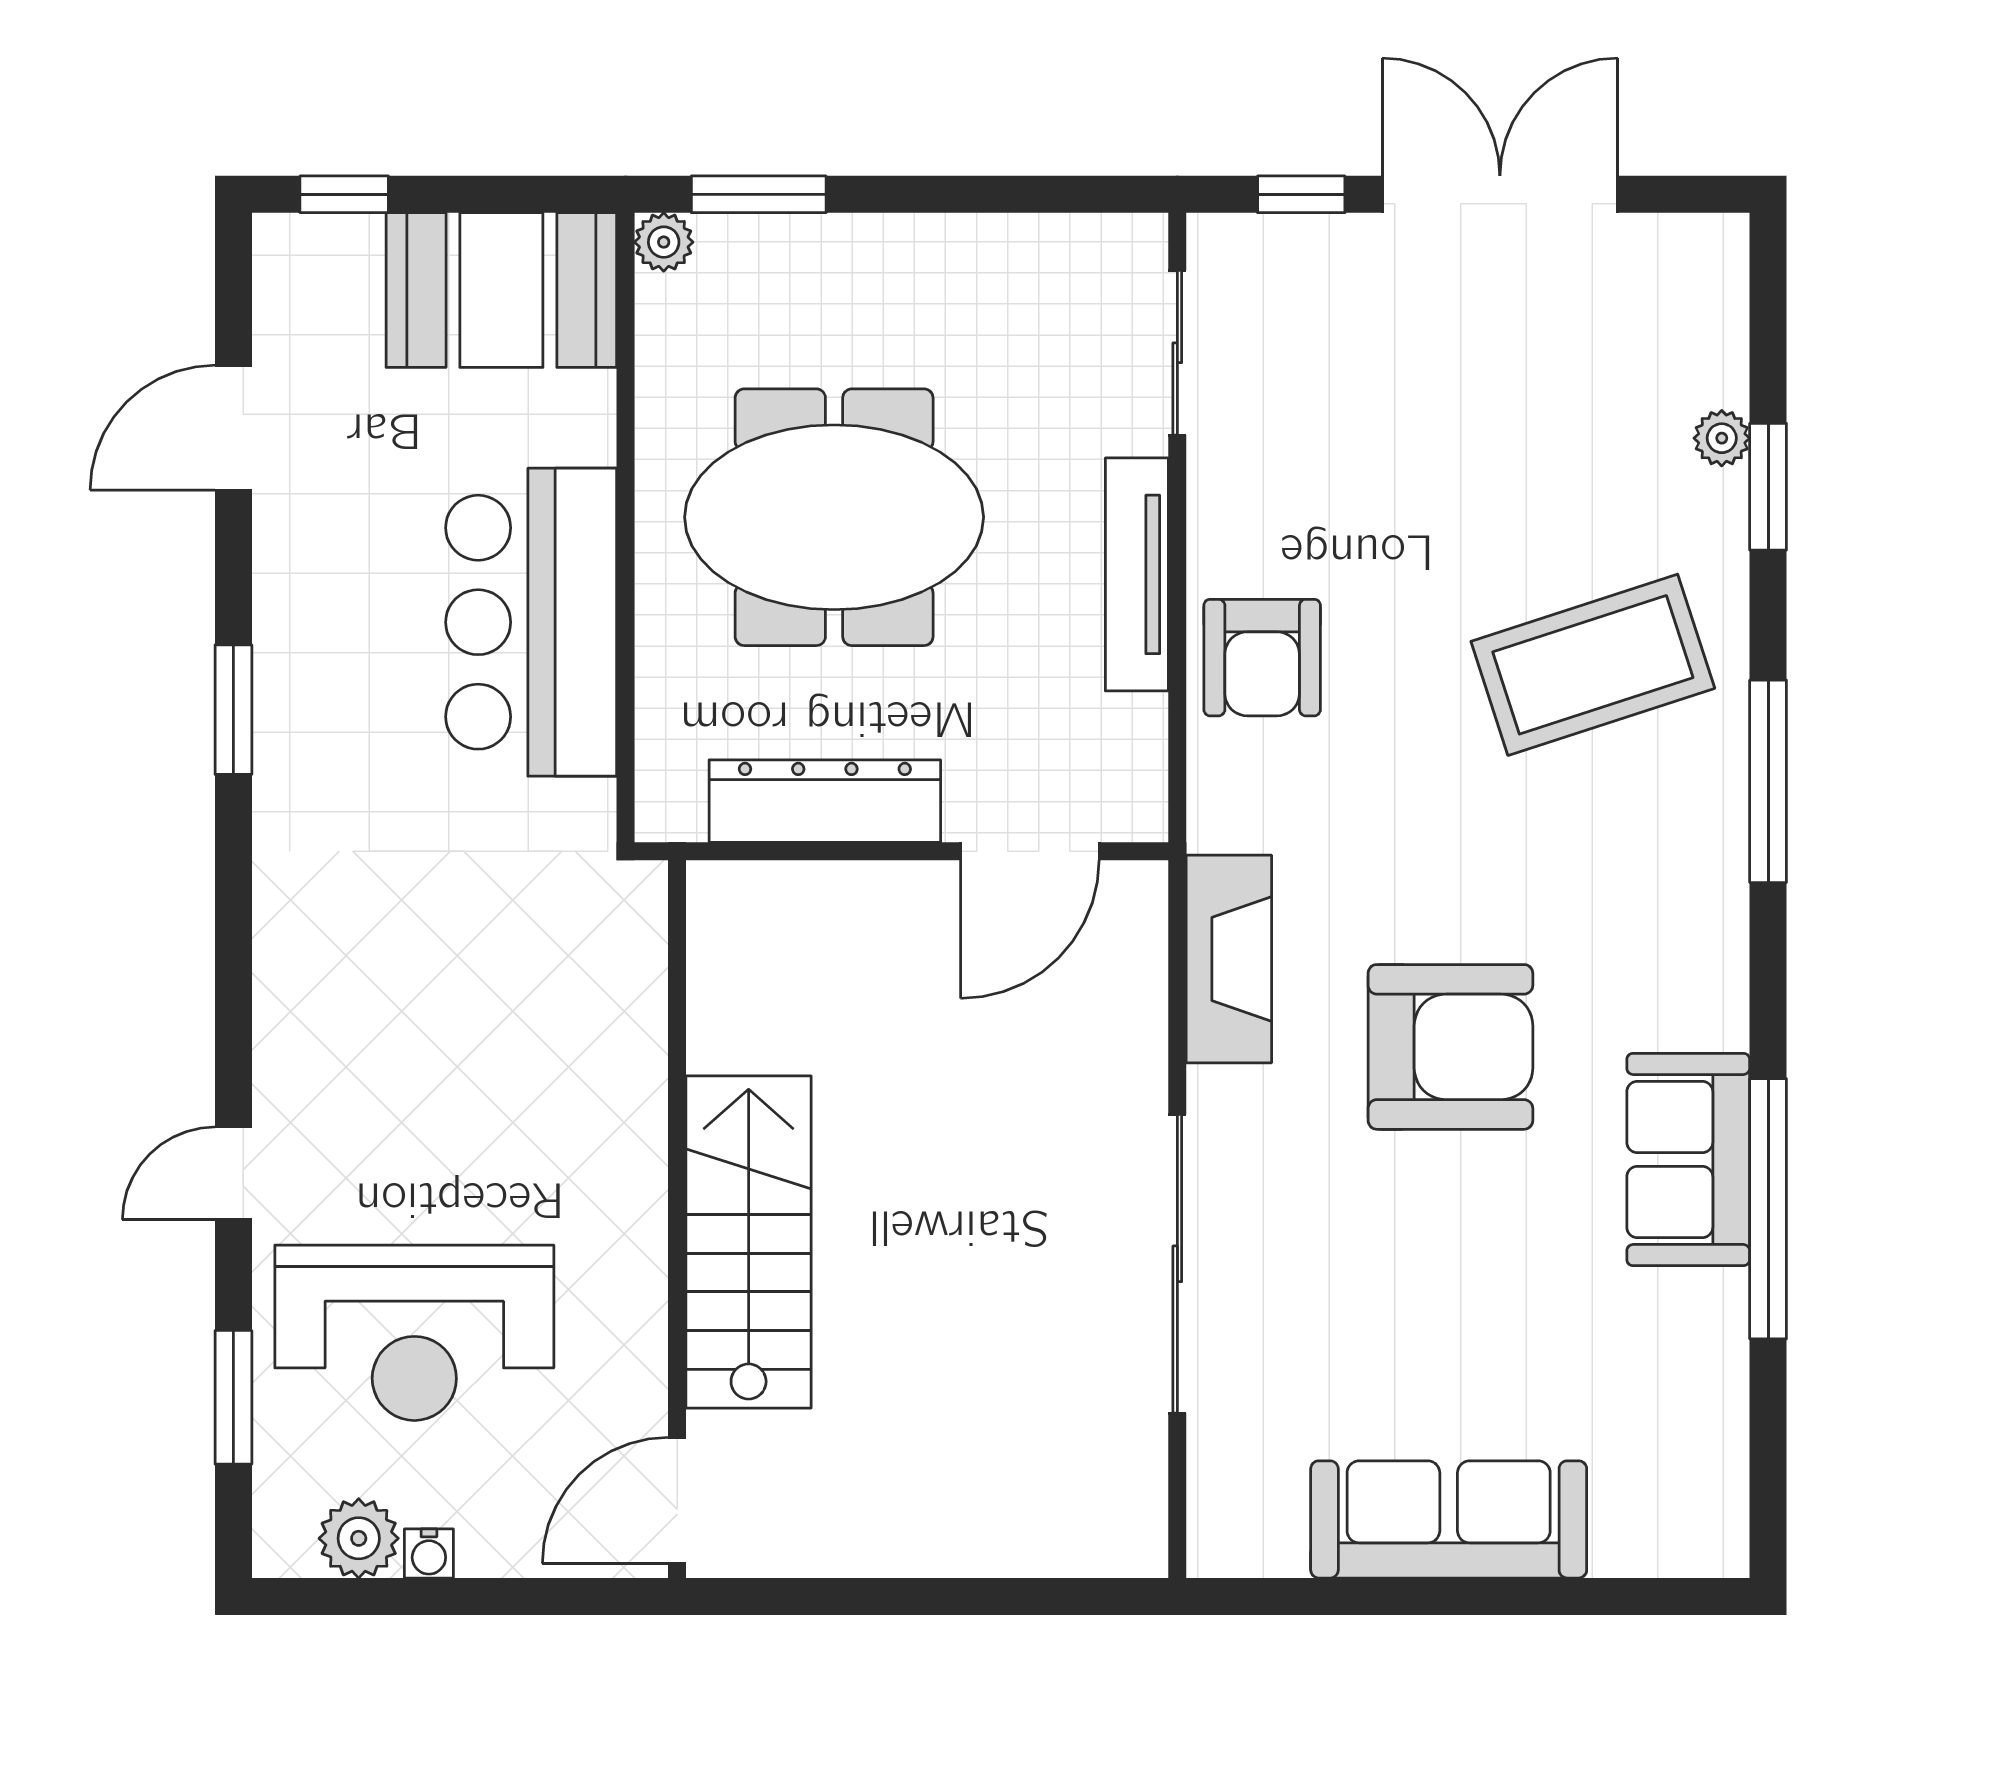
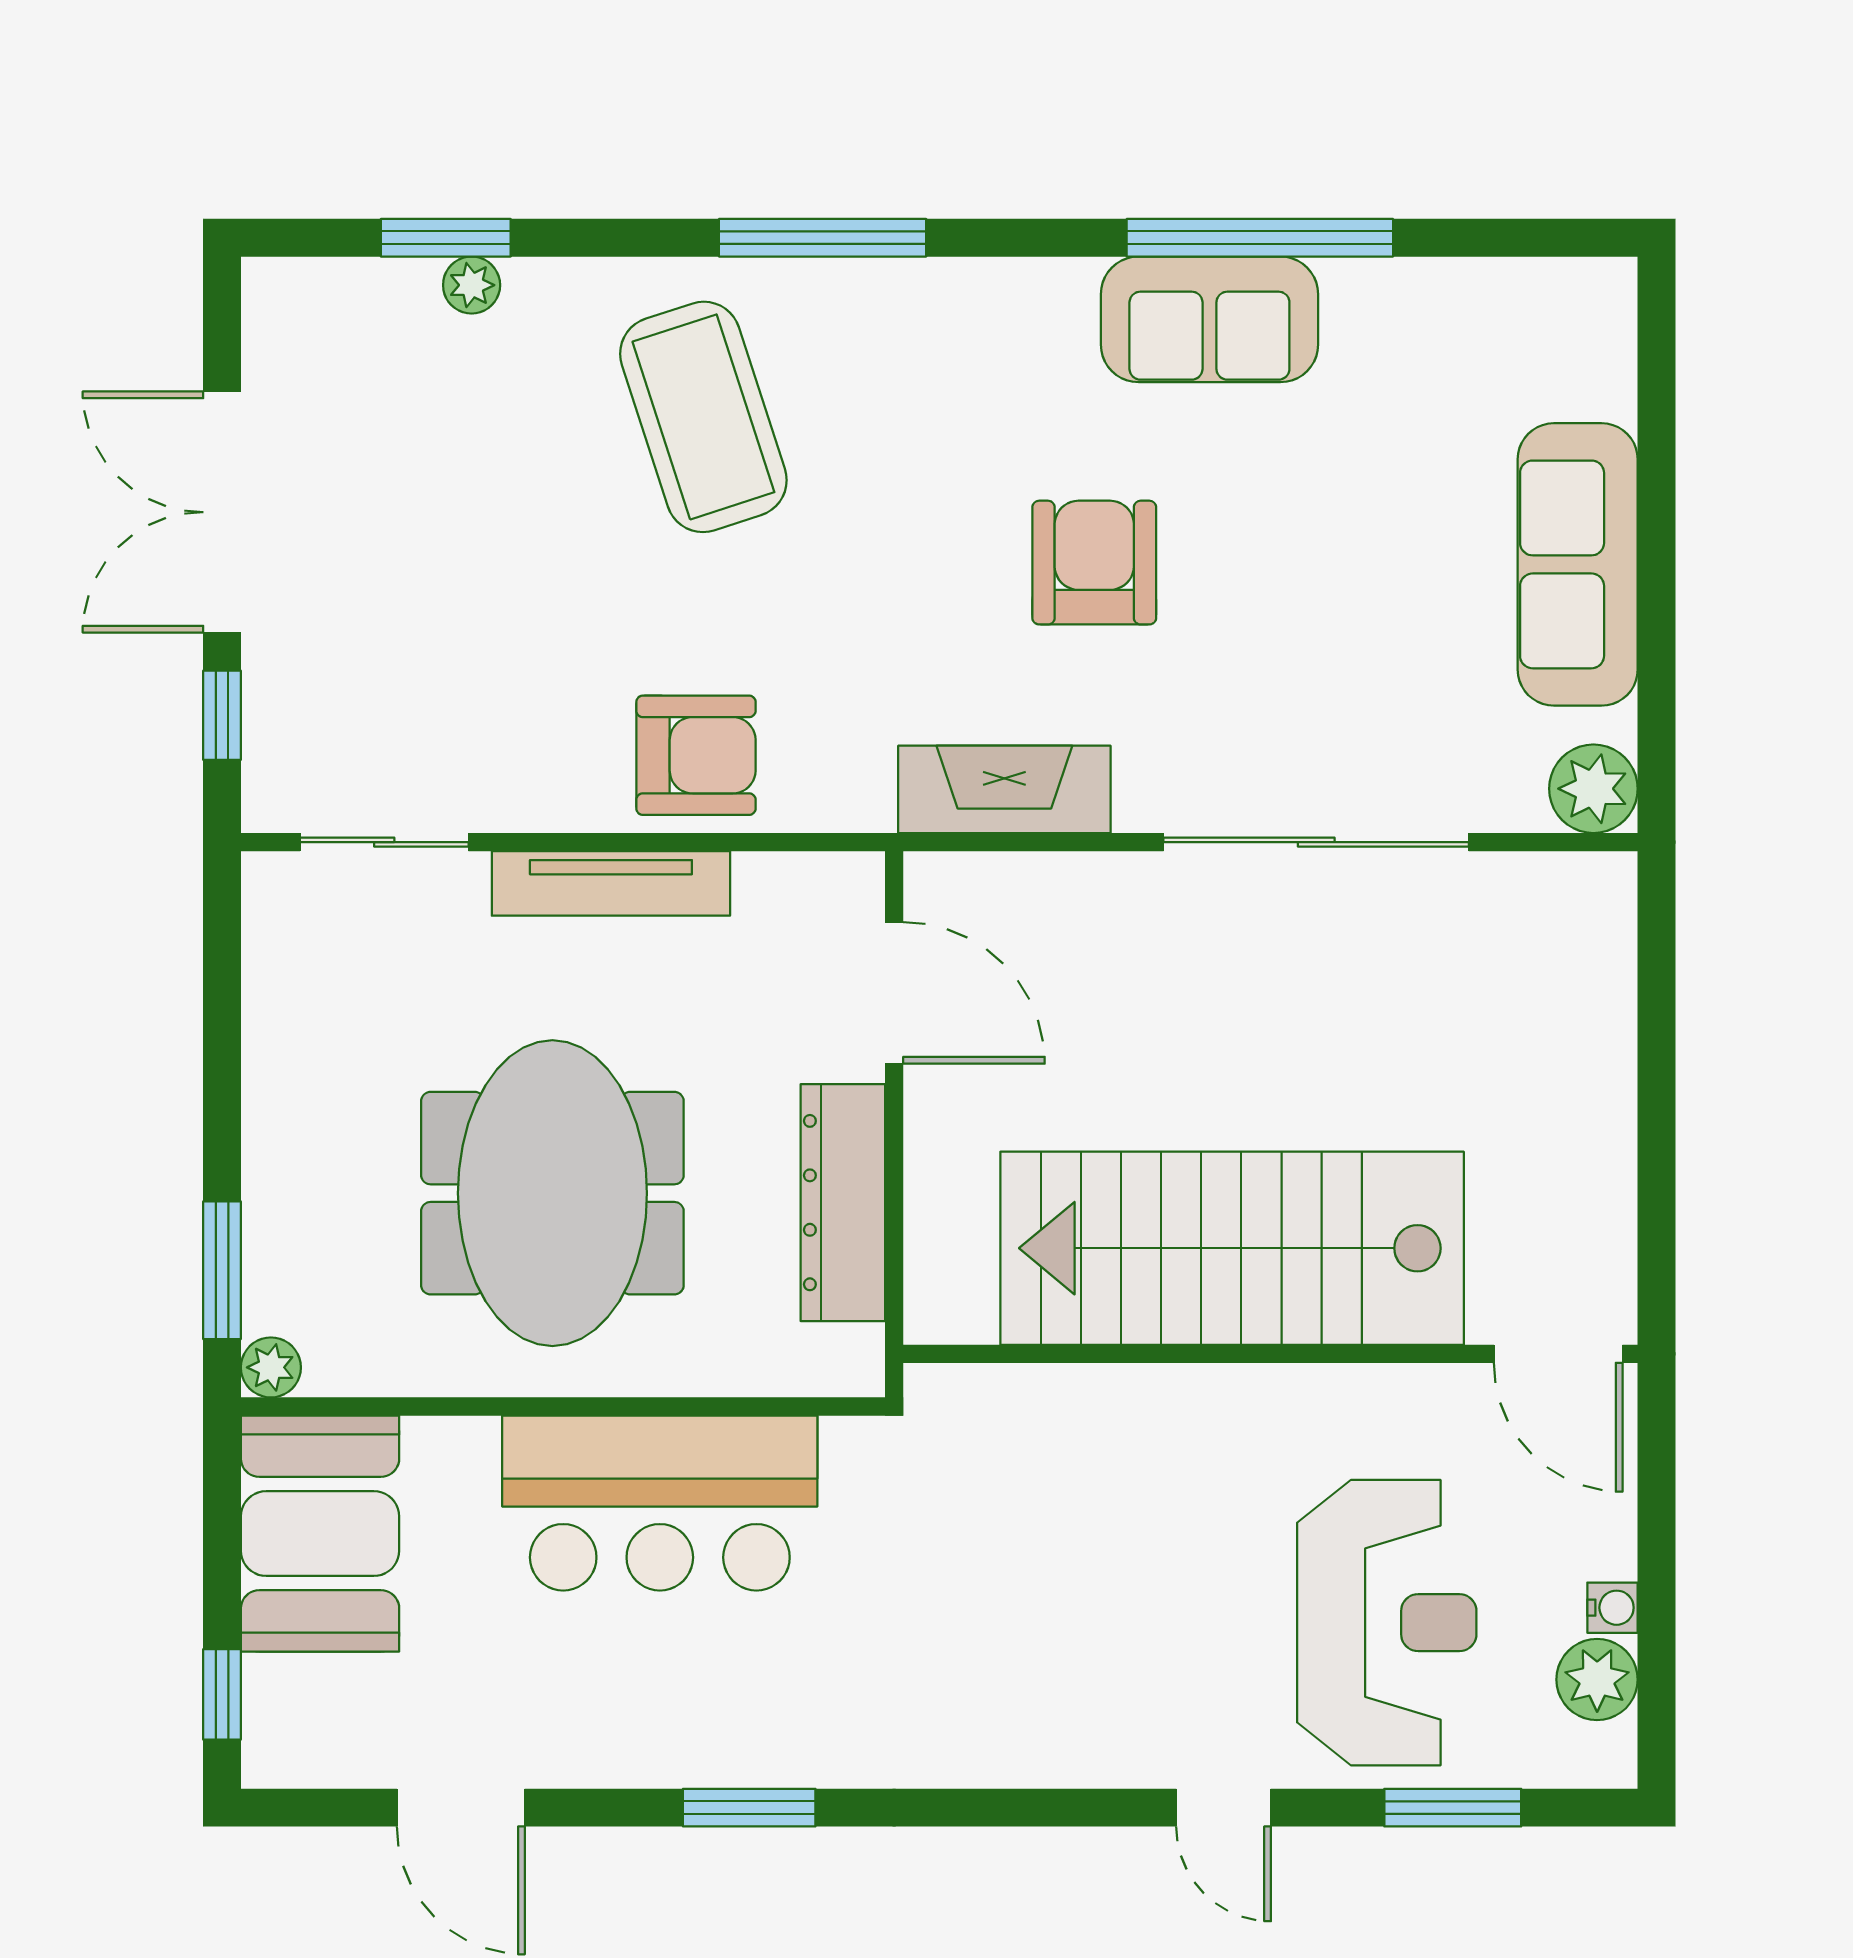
window: (1768, 487) -> (446, 238), moved
armchair: (1450, 1047) -> (1094, 563), width x0.73, depth x0.73
stairs: (749, 1242) -> (1232, 1248), width x1.36, depth x1.51
plant: (1229, 1535) -> (1593, 789), added

